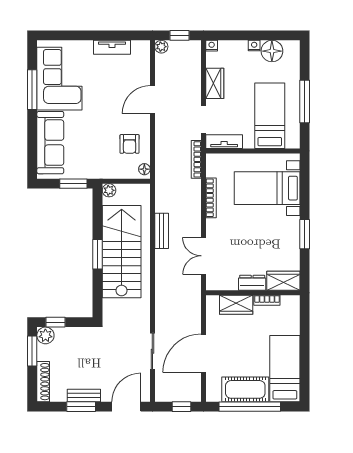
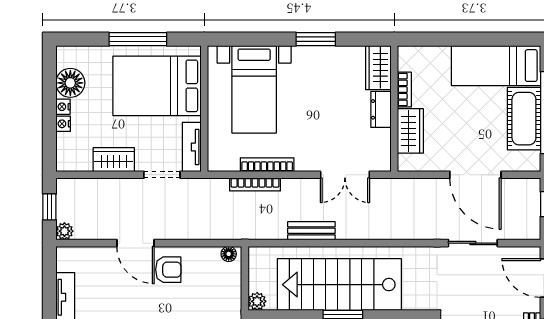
nightstand: (212, 46) -> (63, 124), moved
bed: (270, 116) -> (157, 86), width x1.50
armchair: (130, 144) -> (168, 270), moved
bookcase: (196, 159) -> (255, 184), moved

